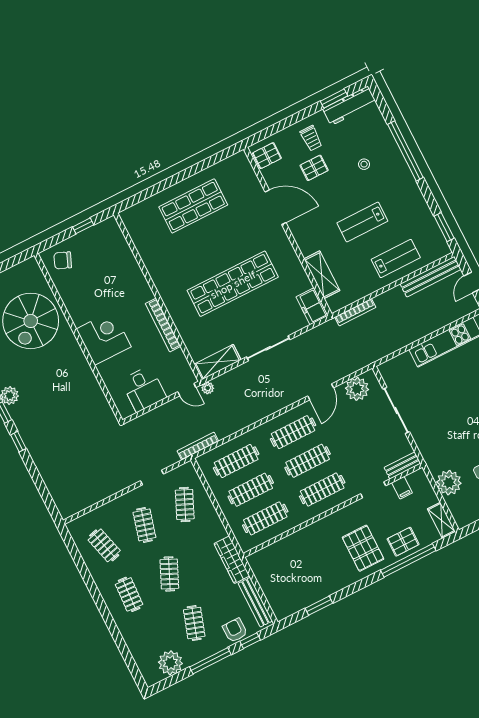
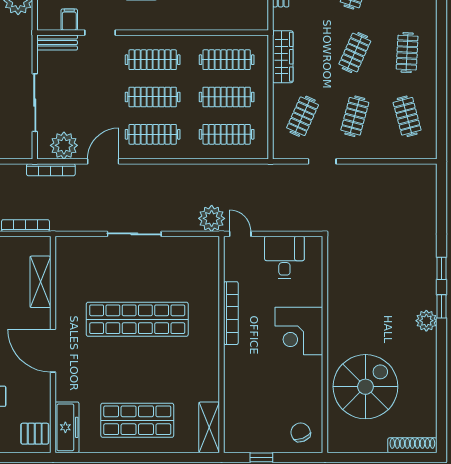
door: (275, 207) -> (53, 351), moved
chair: (63, 260) -> (301, 432), turned -134
freezer: (312, 306) -> (67, 427), moved, width x1.40
shelving: (218, 362) -> (209, 427), moved, turned 90
plant: (208, 388) -> (212, 218), width x1.87, depth x1.87
bookcase: (198, 446) -> (51, 170), moved
wardrobe: (232, 560) -> (283, 57), moved

